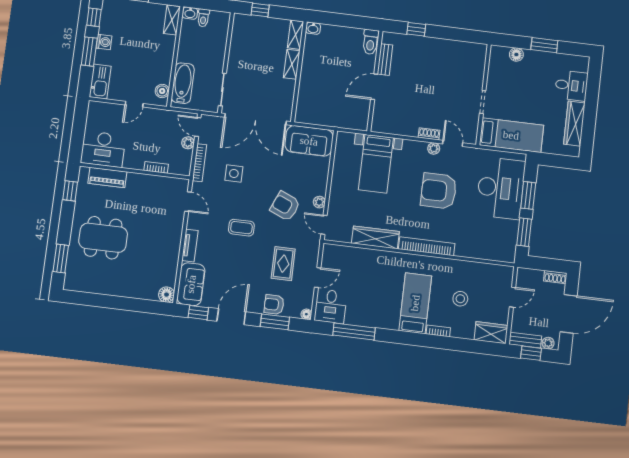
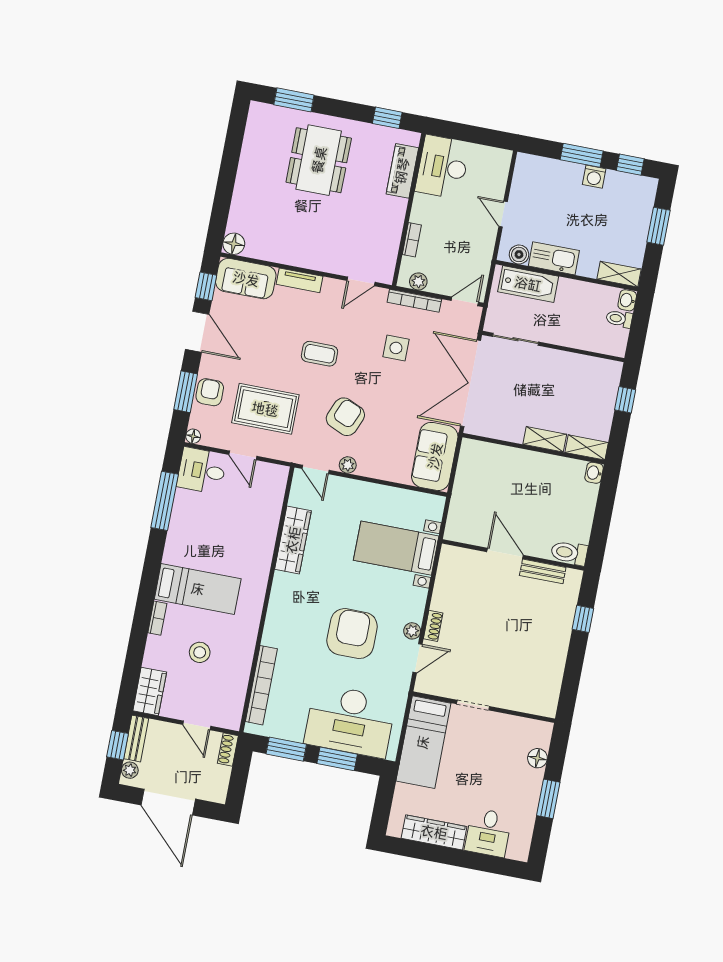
kitchen sink: (100, 82) -> (554, 258), moved, turned 180
plant: (188, 143) -> (418, 281), moved
door: (324, 225) -> (316, 469), swing flipped
coffee table: (241, 228) -> (320, 354), turned 90
bookcase: (427, 246) -> (261, 685), moved
rug: (283, 264) -> (265, 409), width x1.36, depth x1.43
shoe rack: (555, 277) -> (228, 749), moved

